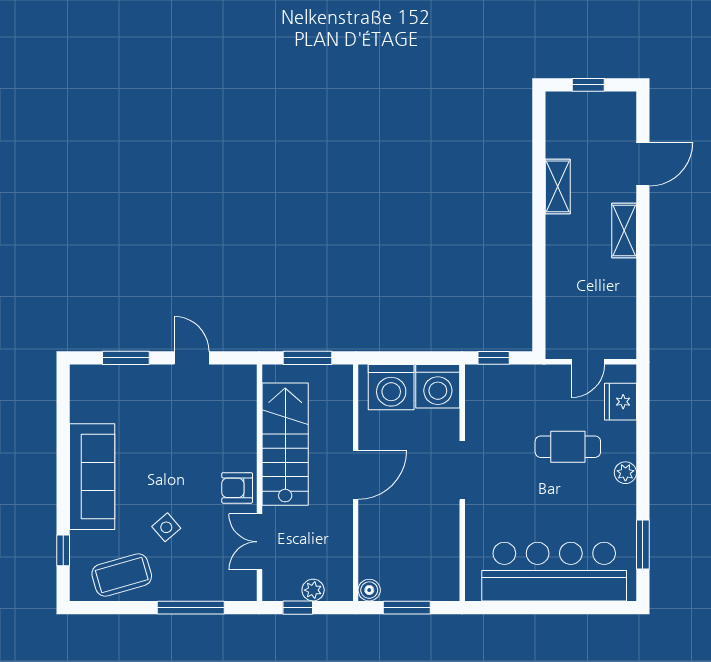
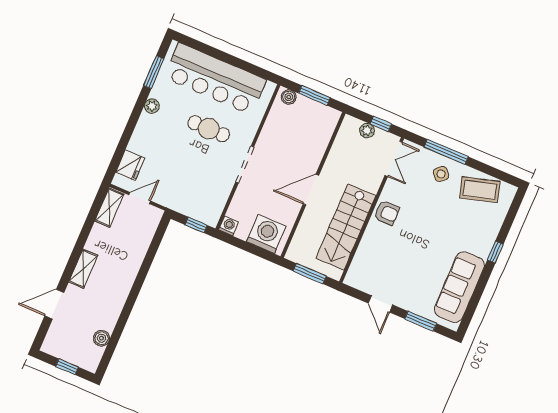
boiler: (557, 145) -> (102, 338), added
shelving: (558, 186) -> (109, 208), moved
washing machine: (438, 386) -> (229, 226), width x0.53, depth x0.53
cafe table: (568, 447) -> (209, 129), moved
plant: (625, 473) -> (152, 106), moved
sofa: (92, 477) -> (459, 287), moved
side table: (166, 527) -> (441, 174), moved
double door: (259, 542) -> (394, 159), moved
window: (63, 550) -> (495, 252), moved
boiler: (369, 590) -> (289, 97), moved

